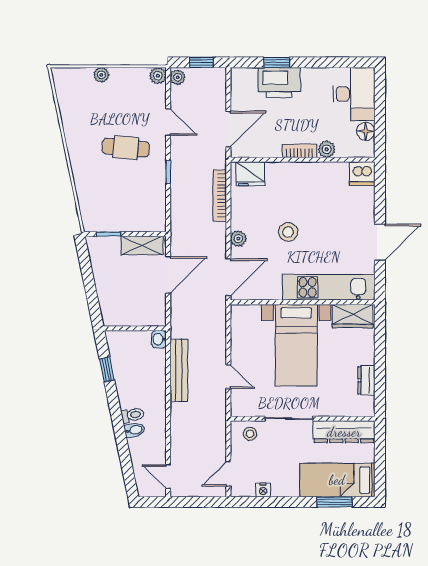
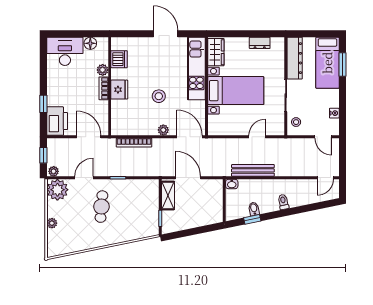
plant: (158, 76) -> (57, 190), width x1.87, depth x1.87
printer: (279, 83) -> (57, 121), moved
fridge: (250, 174) -> (119, 90), moved
dishwasher: (362, 174) -> (119, 59), moved
bidet: (134, 430) -> (254, 209), moved

